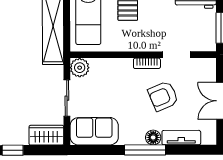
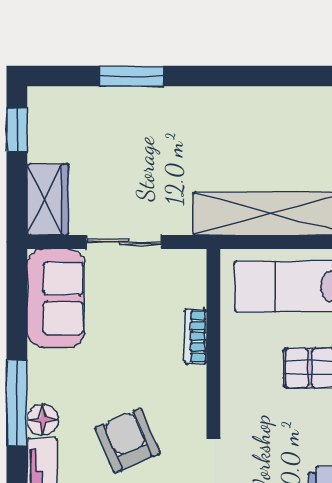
bookcase: (147, 63) -> (195, 336), moved
plant: (80, 68) -> (187, 268), removed

